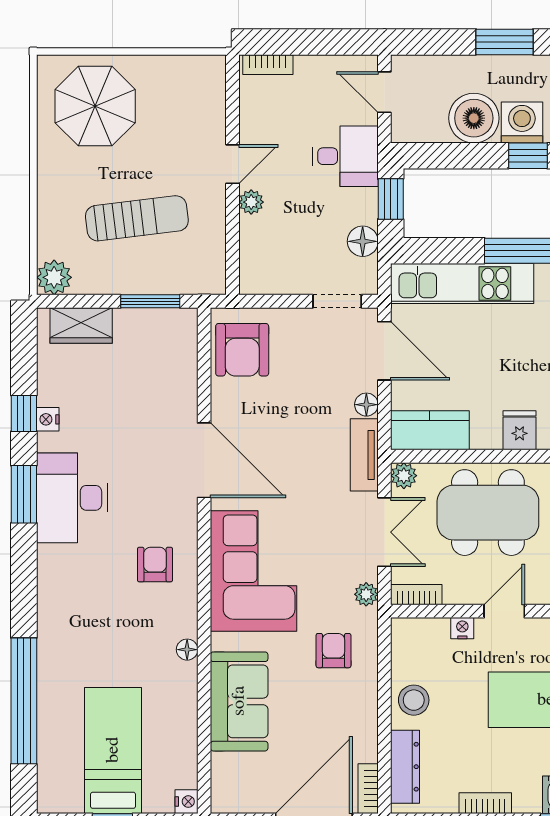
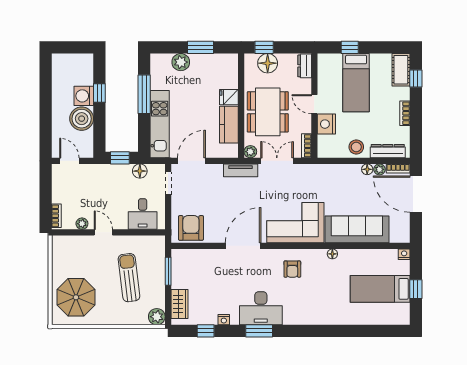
window: (504, 42) -> (46, 104), removed
door: (384, 92) -> (69, 161), swing flipped
desk: (345, 156) -> (143, 214), moved, turned 180
plant: (251, 202) -> (82, 224), moved
armchair: (242, 350) -> (191, 228), turned -90
floor lamp: (366, 405) -> (367, 169), moved
window: (24, 413) -> (206, 331), moved
kitchen counter: (430, 430) -> (229, 125), moved
armchair: (155, 565) -> (292, 269), turned -90
plant: (366, 594) -> (379, 169), moved
nightstand: (462, 628) -> (326, 124), width x1.89, depth x1.79
armchair: (333, 651) -> (333, 185), removed
window: (24, 701) -> (357, 331), removed
sofa: (239, 701) -> (357, 229), width x1.36

